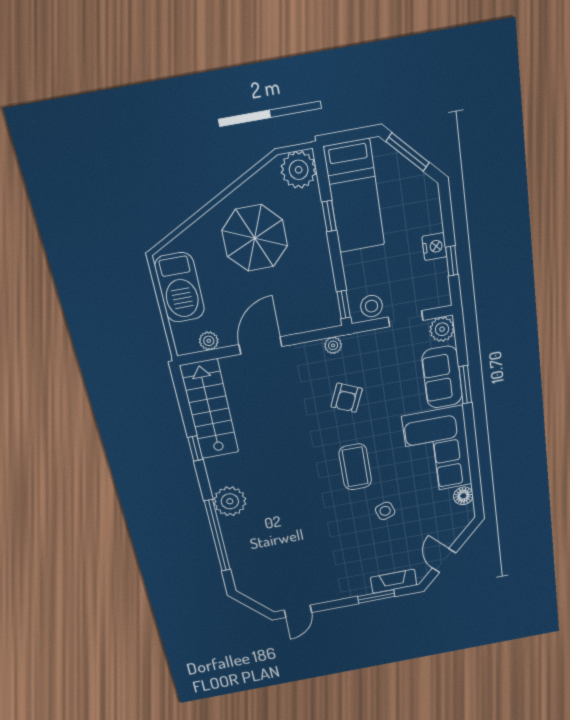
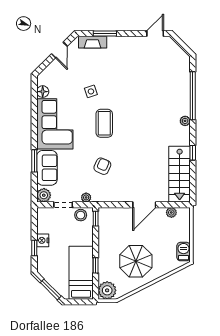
window: (452, 261) -> (34, 248), moved
barbecue: (180, 288) -> (183, 252), width x0.53, depth x0.65
plant: (333, 345) -> (86, 197), moved
plant: (230, 501) -> (185, 121), width x0.53, depth x0.53

